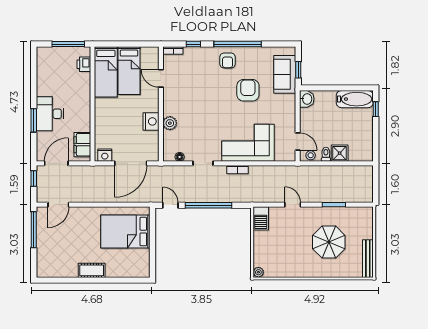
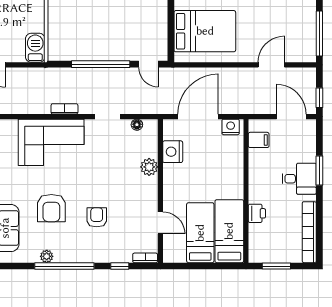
window: (68, 44) -> (276, 266), width x0.69
plant: (252, 52) -> (47, 256), added
armchair: (228, 60) -> (97, 217), moved
printer: (84, 64) -> (257, 213), moved
bookcase: (42, 71) -> (309, 232), added
desk: (50, 114) -> (299, 179), width x0.73
nightstand: (151, 121) -> (173, 152), moved
filing cabinet: (82, 145) -> (259, 140), width x0.50
door: (56, 163) -> (291, 117), swing flipped
door: (58, 205) -> (271, 65), moved

